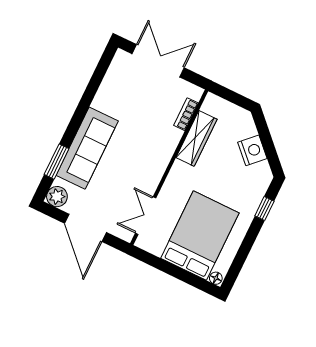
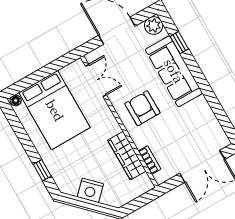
armchair: (142, 154) -> (142, 108), added
window: (57, 162) -> (179, 43), width x0.67

